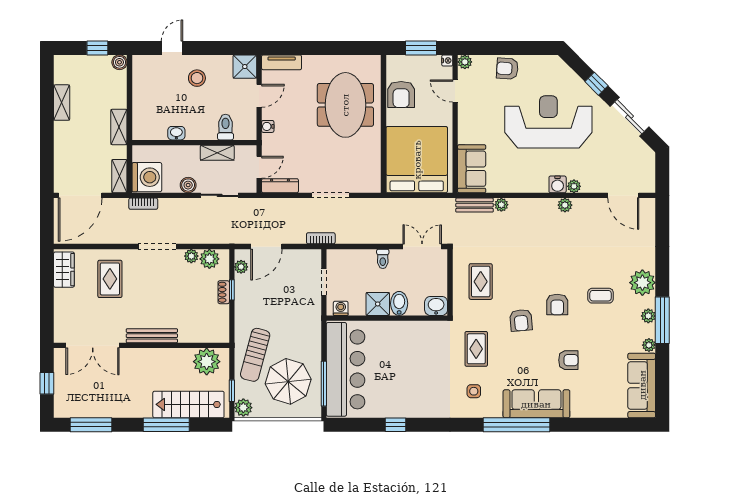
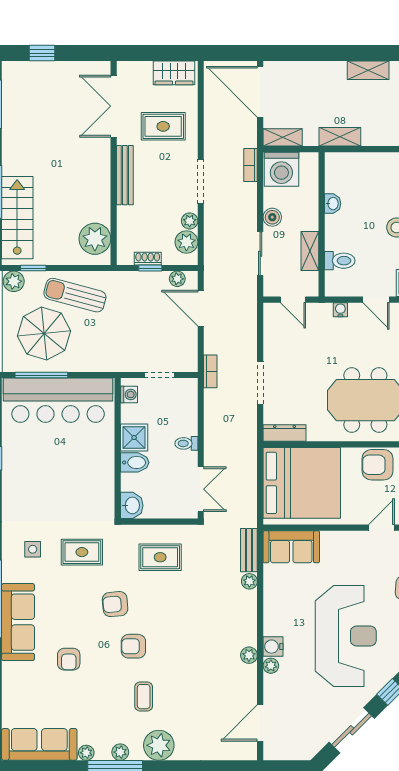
dresser: (280, 186) -> (285, 433), moved, turned -90
bench: (152, 336) -> (125, 175), moved
double door: (93, 345) -> (114, 106), moved
wall: (141, 345) -> (114, 163), moved
plant: (207, 362) -> (95, 239), moved

